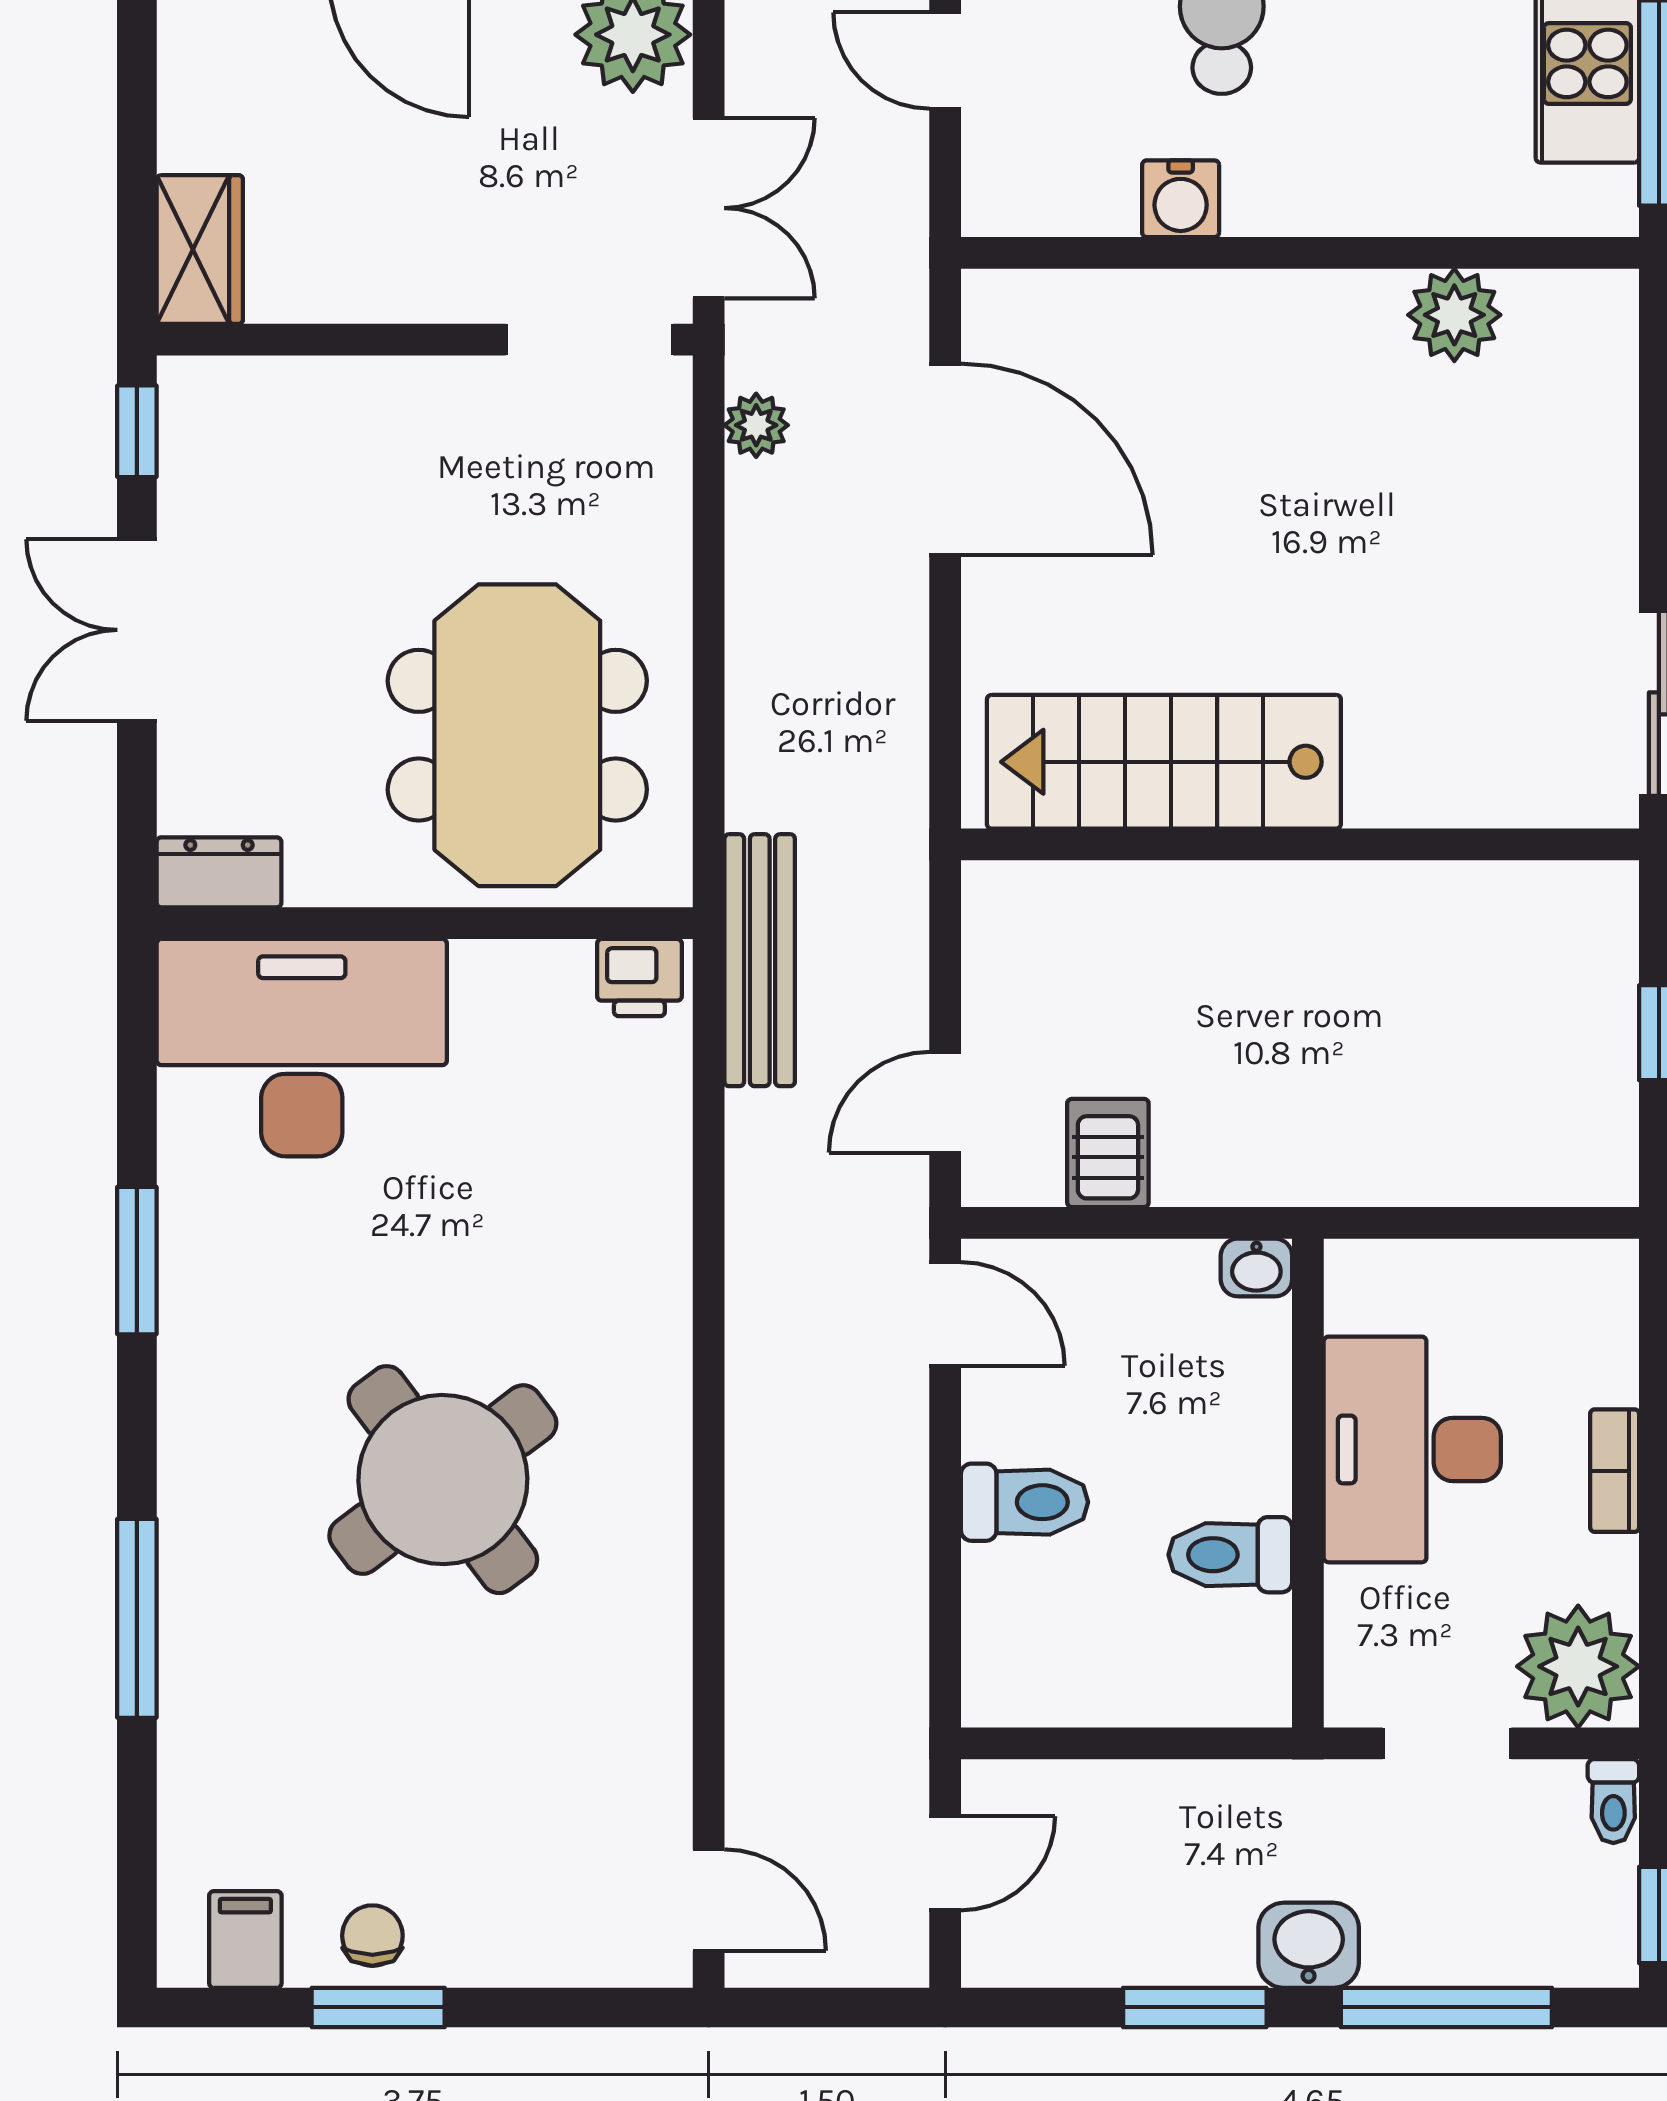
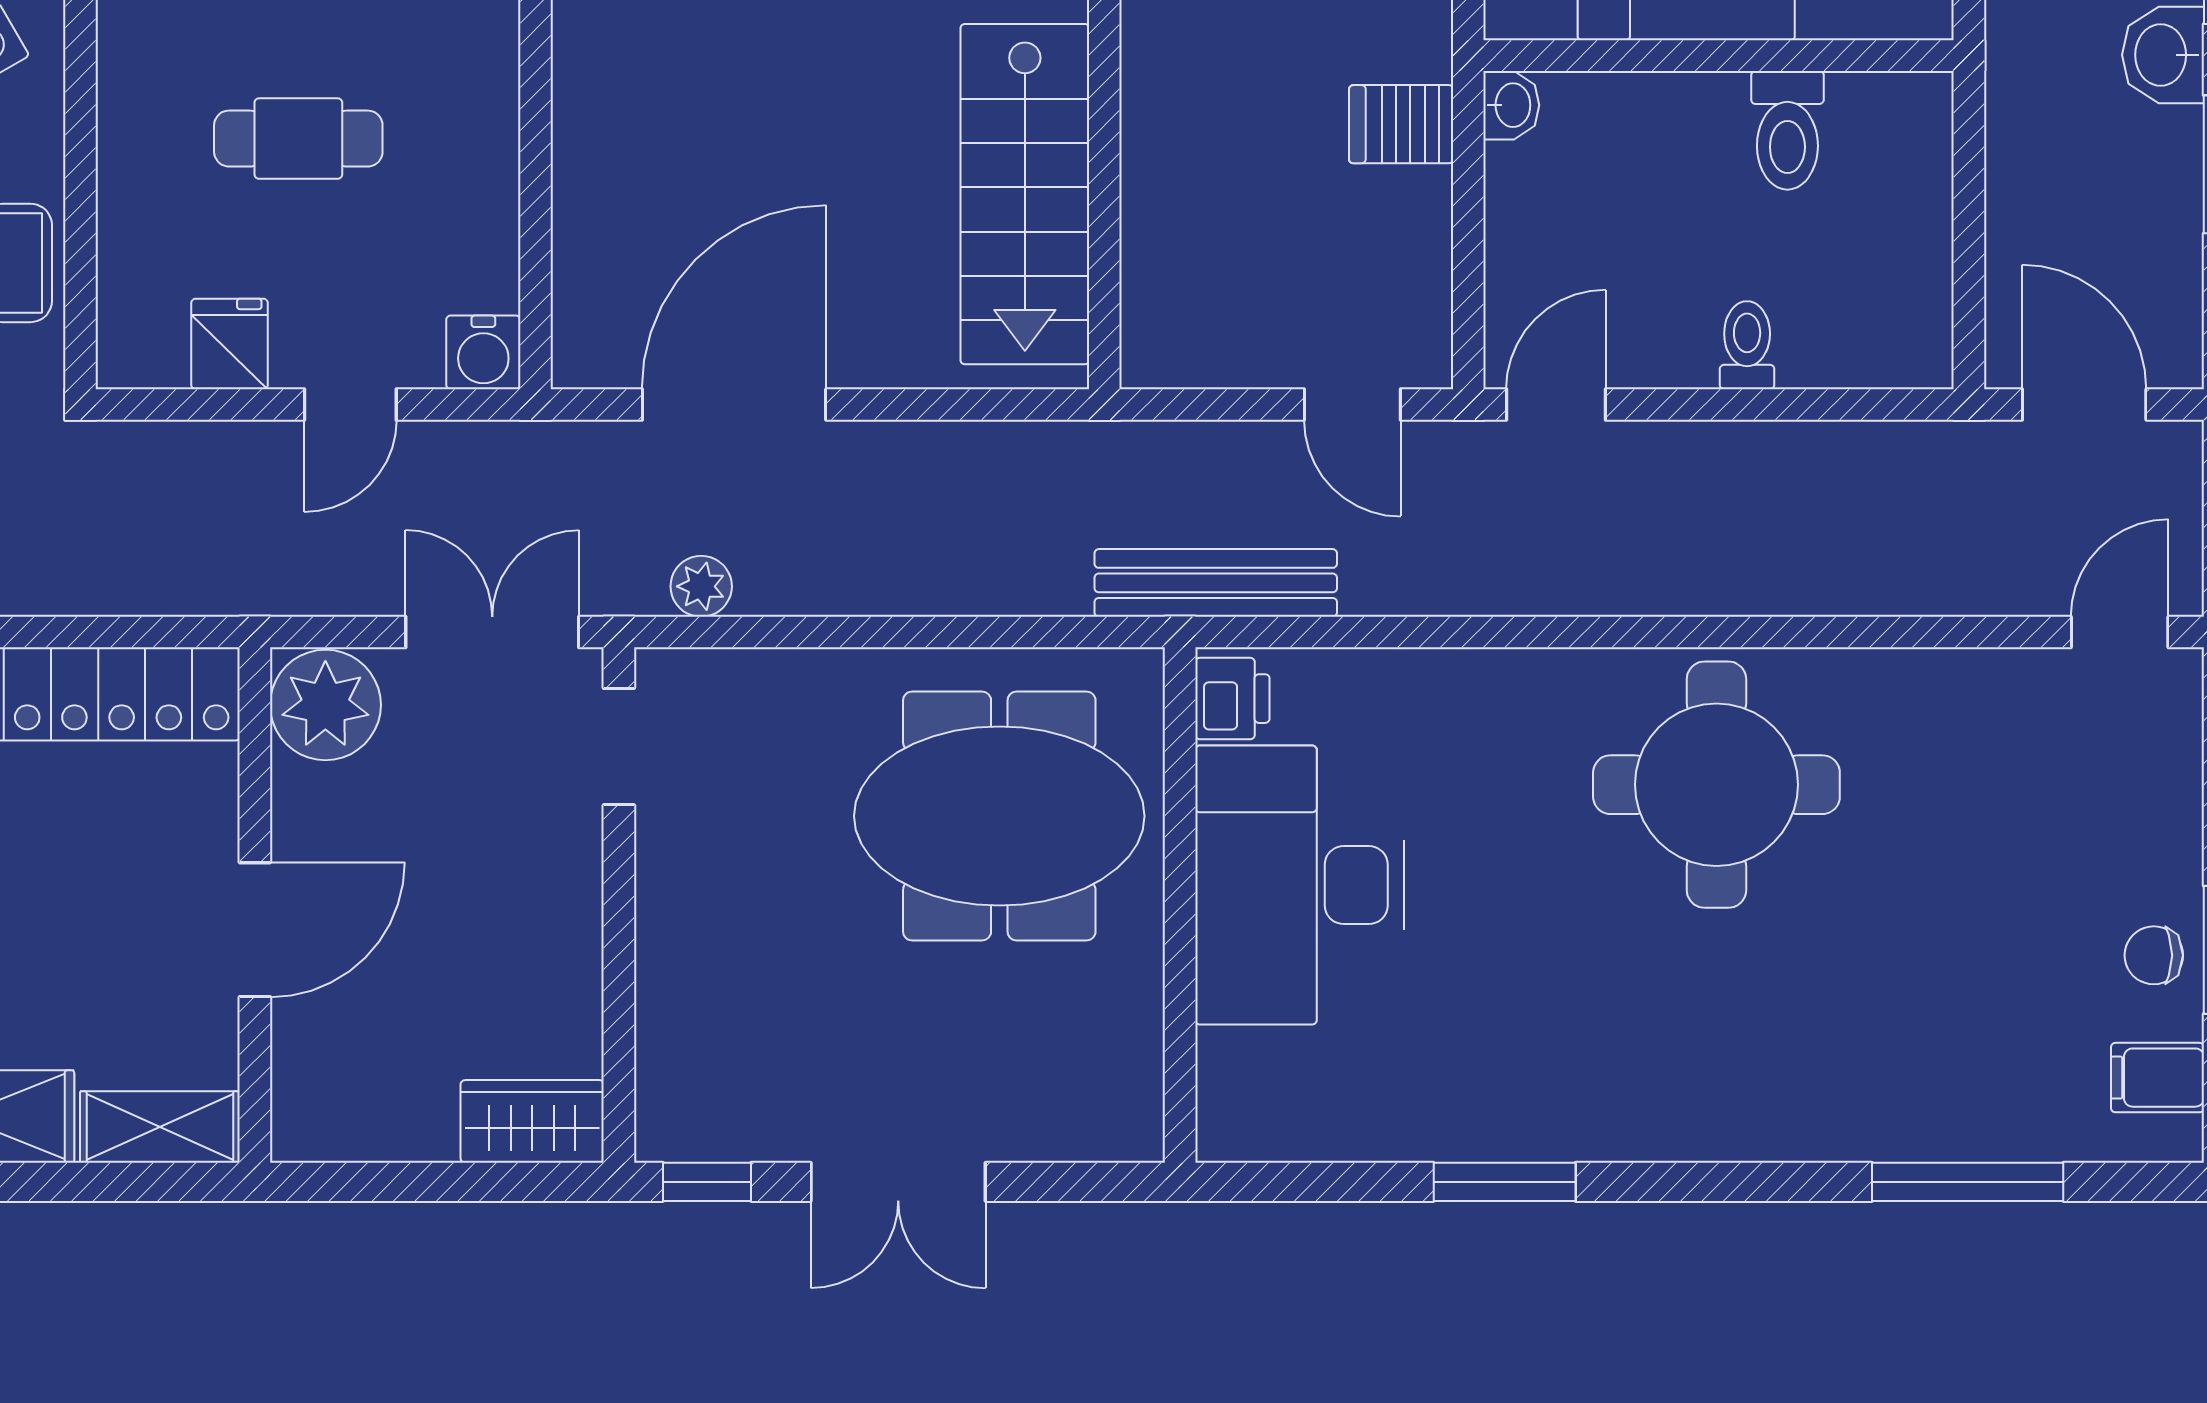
water cooler: (1181, 199) -> (483, 352), moved, turned 90
doorway: (589, 340) -> (619, 747), width x0.73
dresser: (219, 872) -> (1131, 1103), removed
desk: (302, 1048) -> (1300, 885), moved
server rack: (1108, 1153) -> (1401, 124), moved
round table: (443, 1480) -> (1716, 785), moved, turned 37
toilet: (1025, 1502) -> (1747, 345), width x0.73, depth x0.72
window: (137, 1618) -> (1968, 1182), moved
door: (945, 1863) -> (2084, 404), width x1.38

